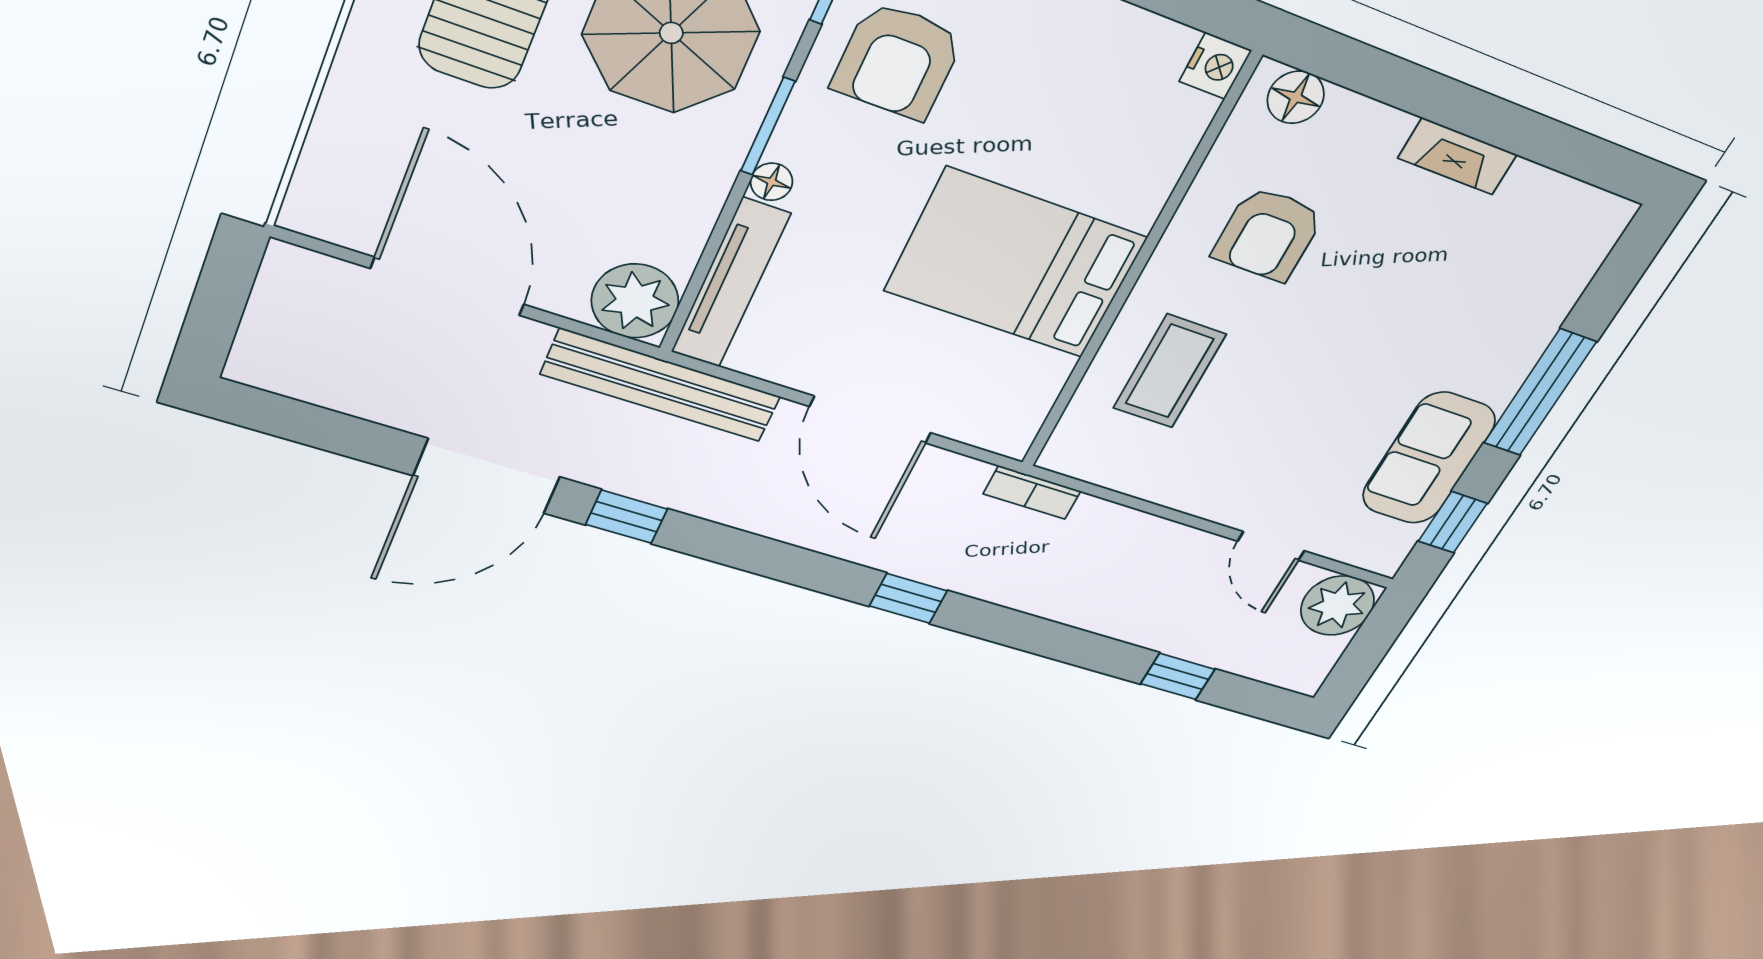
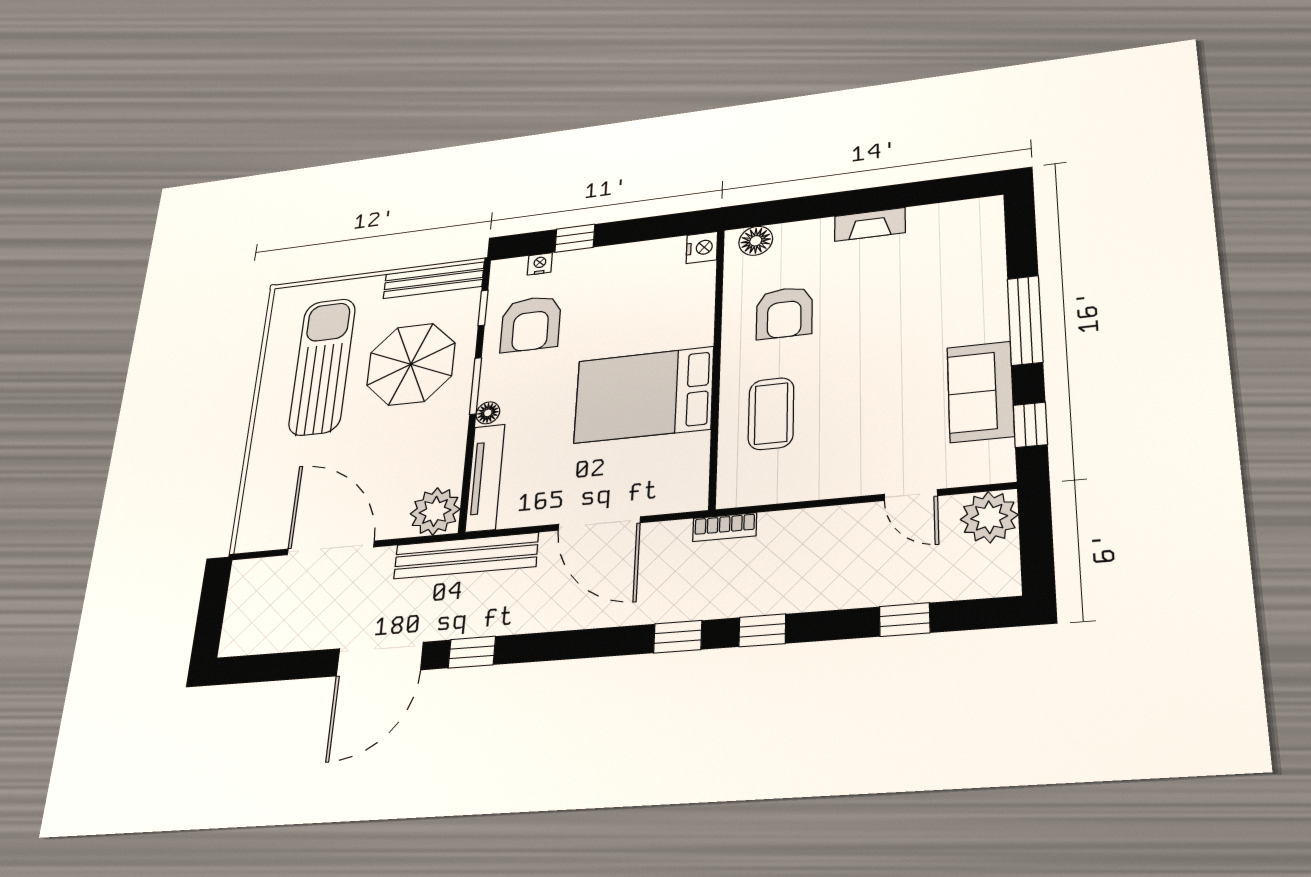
window: (1013, 629) -> (762, 630), added

